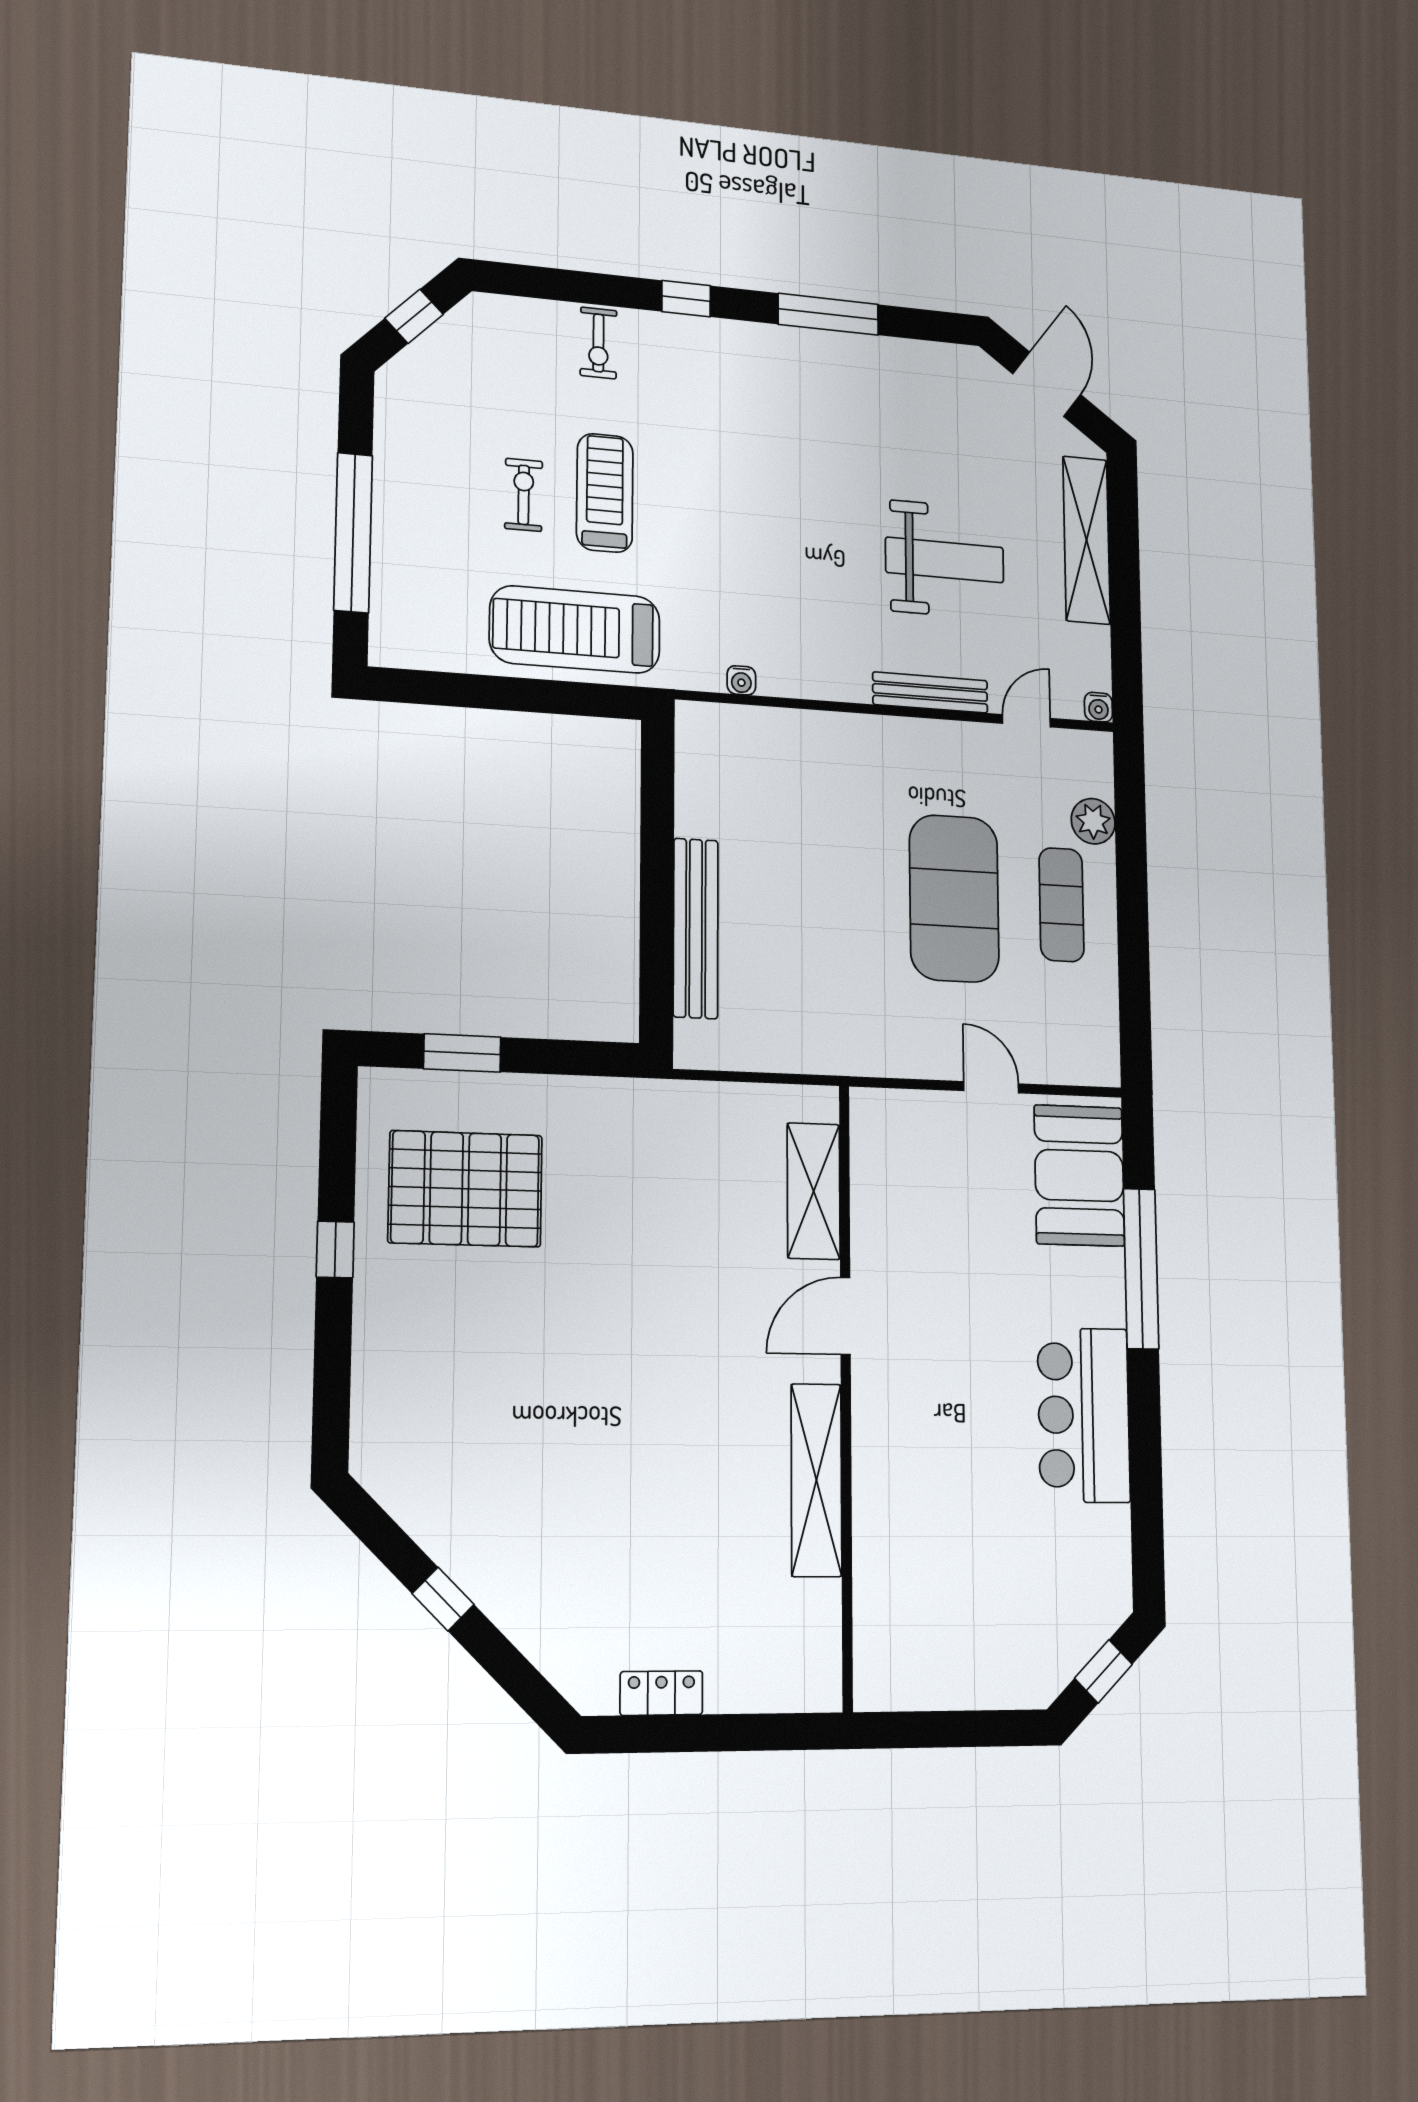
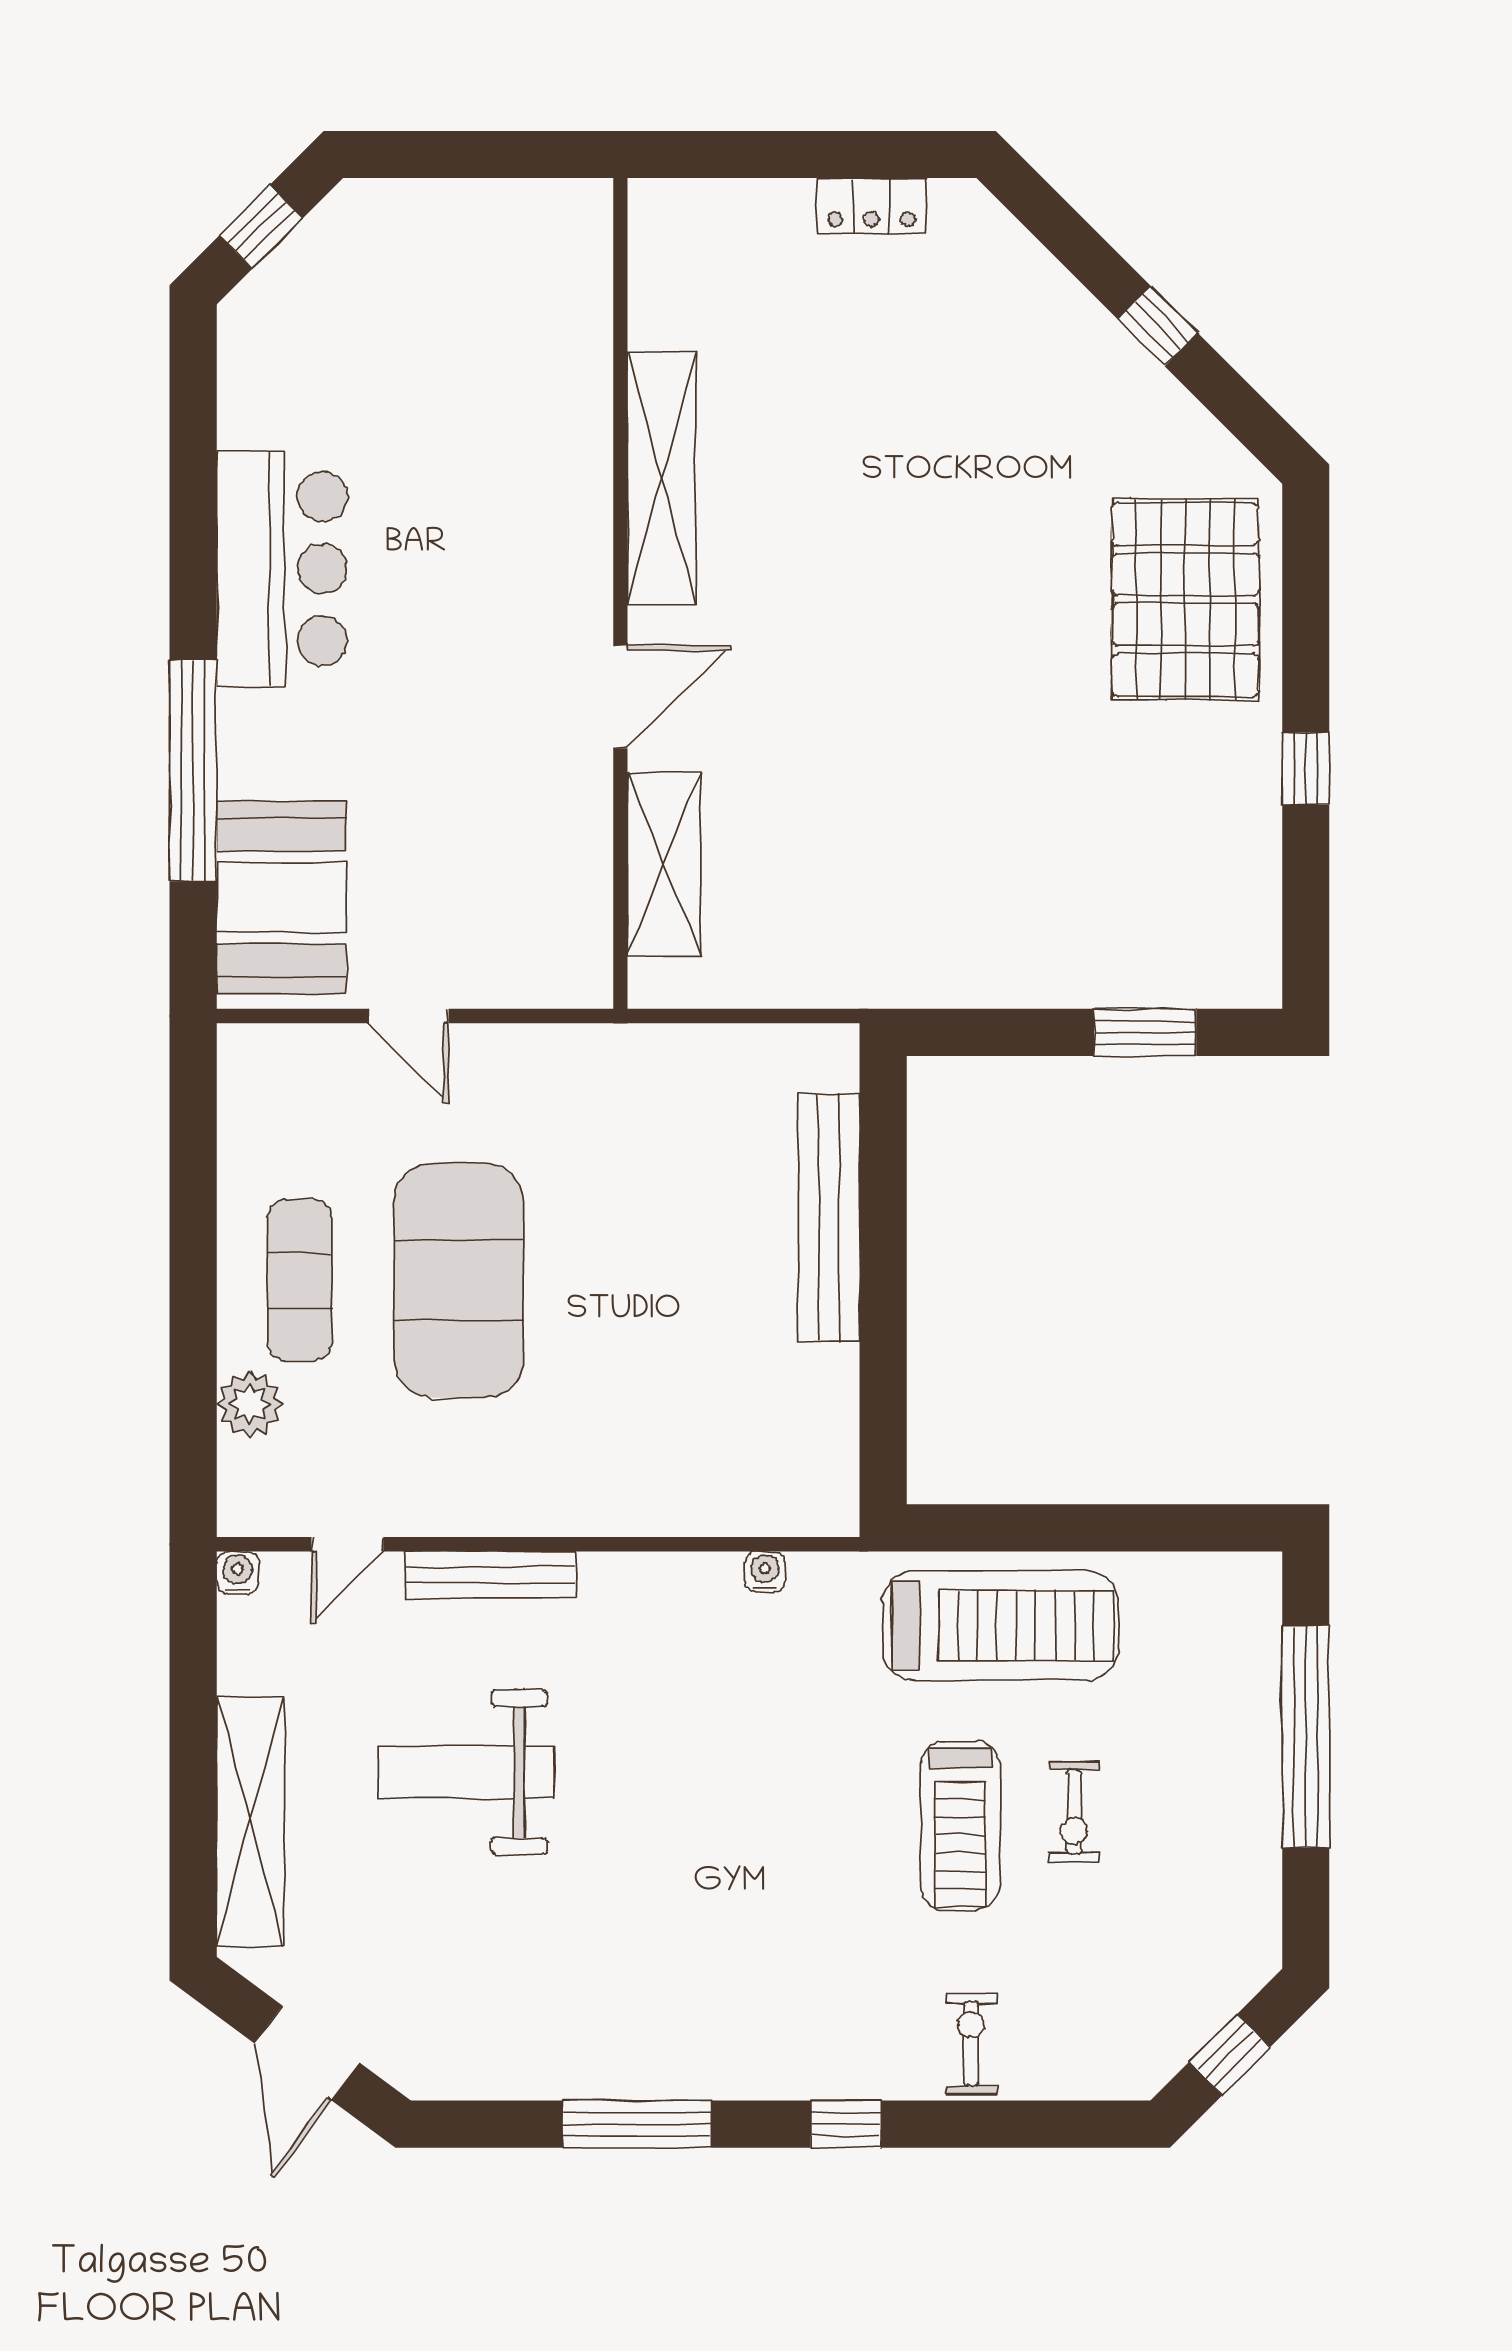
pallet: (465, 1189) -> (1185, 600), moved, turned 90

